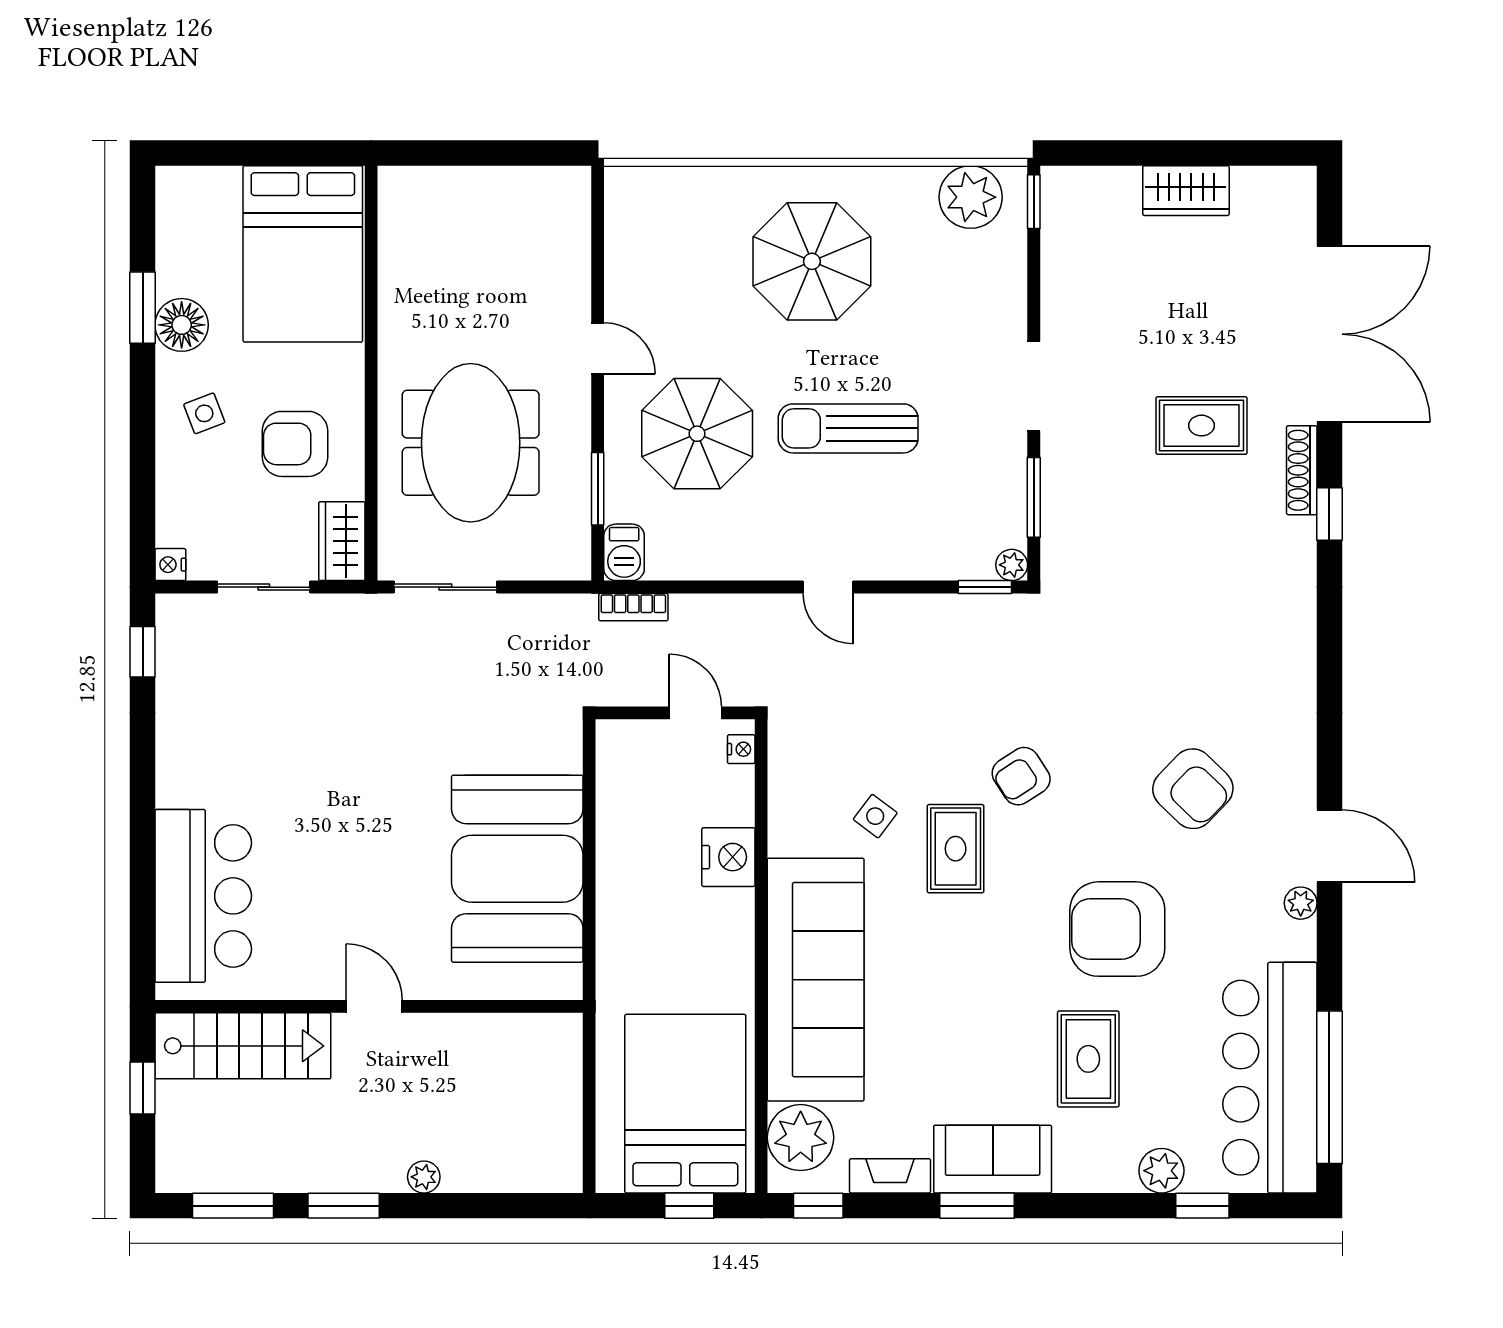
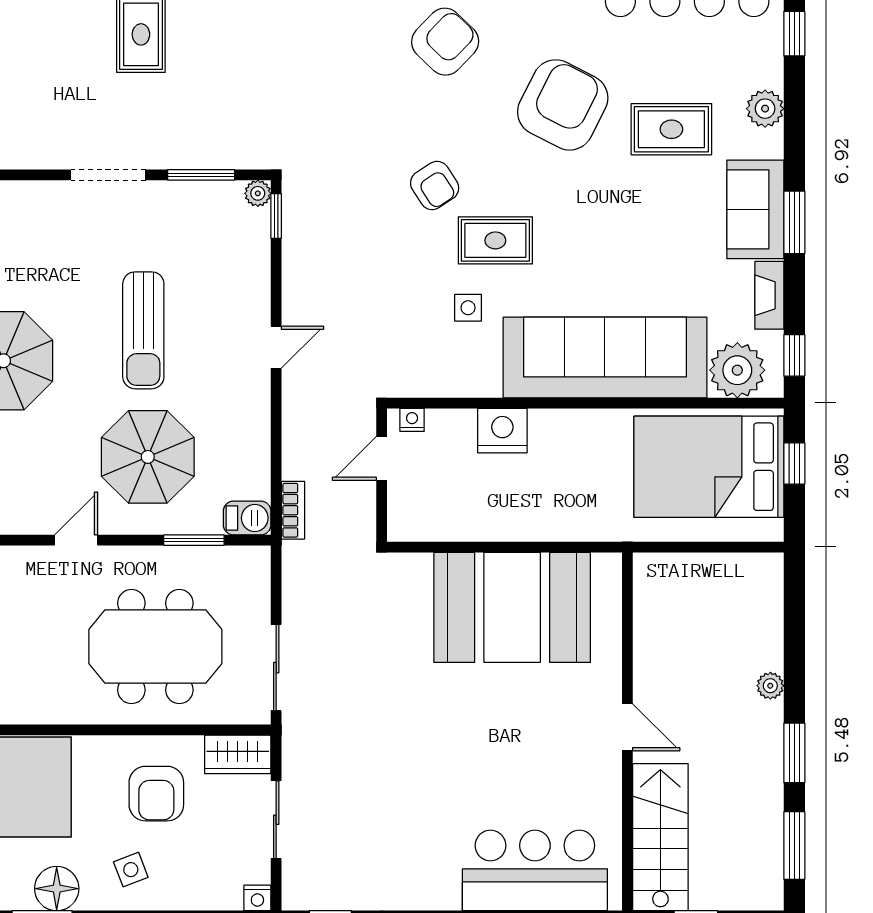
side table: (875, 816) -> (468, 308), turned -37
armchair: (1117, 929) -> (563, 105), turned -153
door: (374, 1006) -> (627, 727), swing flipped
plant: (1161, 1171) -> (765, 109), moved

